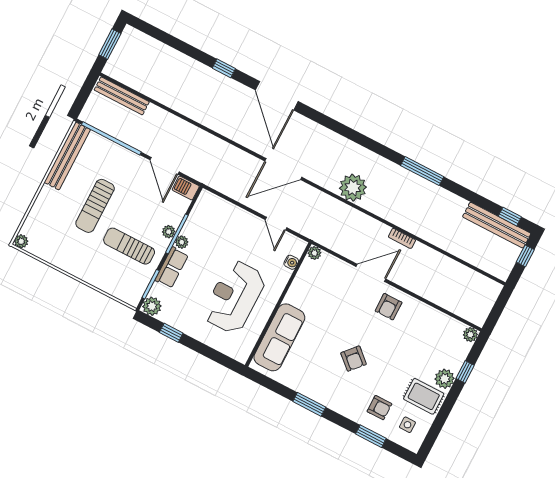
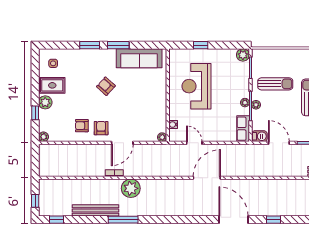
plant: (353, 188) -> (131, 188), moved
bench: (497, 225) -> (95, 210), moved
row of seats: (172, 268) -> (243, 129), moved
reception desk: (234, 297) -> (197, 86), turned 180
window: (171, 333) -> (201, 45), moved
sofa: (279, 337) -> (139, 58), moved, turned -90
armchair: (379, 408) -> (82, 126), moved
window: (371, 436) -> (90, 45), moved

